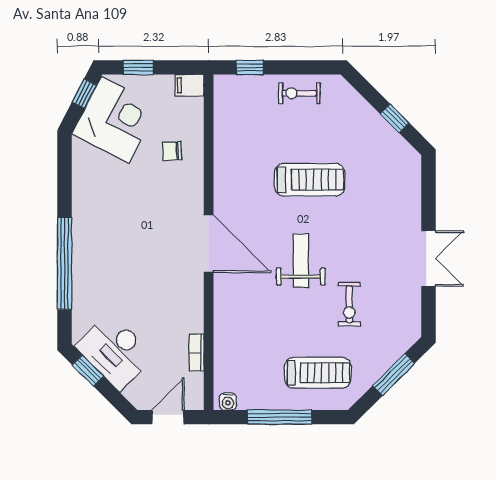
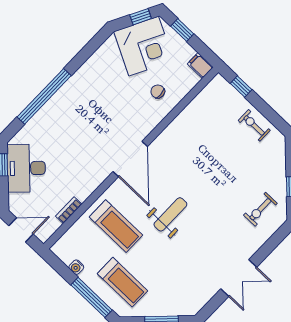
treadmill: (310, 180) -> (116, 226), moved
exercise bike: (349, 304) -> (260, 209), moved
water cooler: (228, 402) -> (76, 267), moved
window: (280, 417) -> (92, 297), moved

